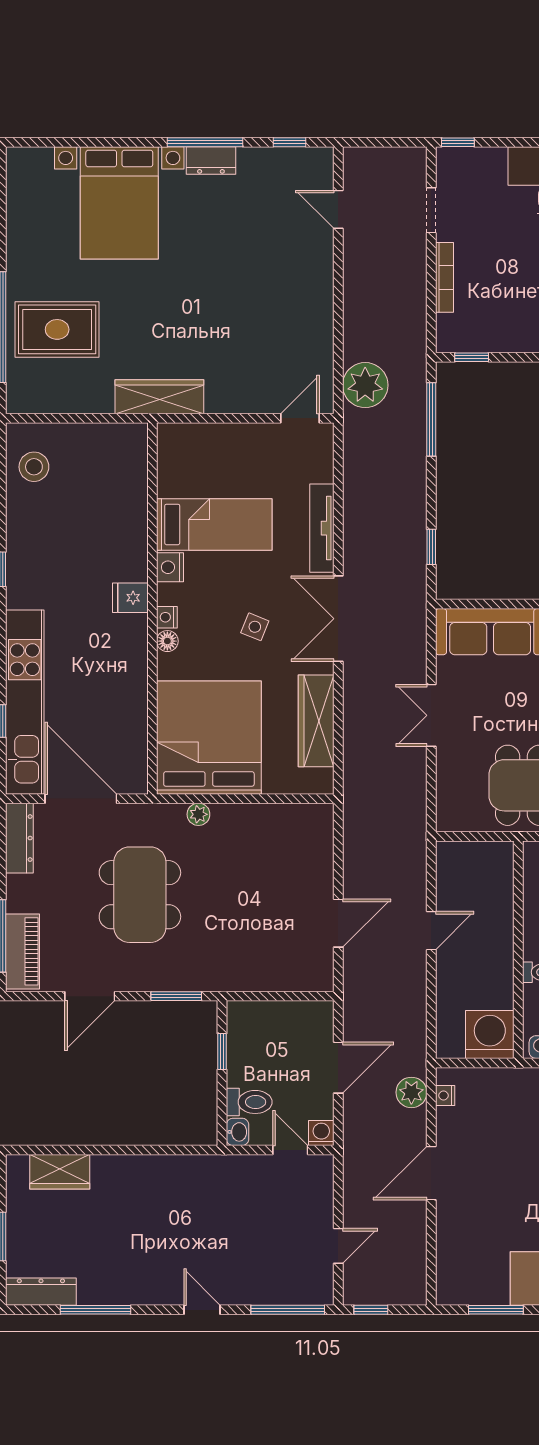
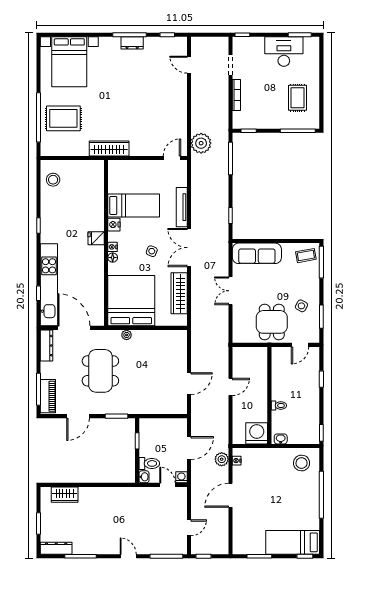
bed with nightstands: (119, 203) -> (69, 62), moved

